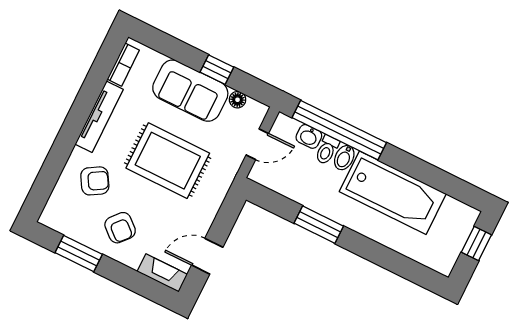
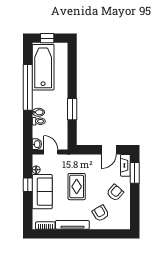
window: (339, 130) -> (28, 87), moved
washbasin: (309, 136) -> (37, 144), moved
rug: (168, 161) -> (77, 187), width x0.73, depth x0.70
bathtub: (393, 193) -> (43, 67), moved
window: (79, 253) -> (135, 173), moved
door: (207, 256) -> (109, 150), hinge flipped

